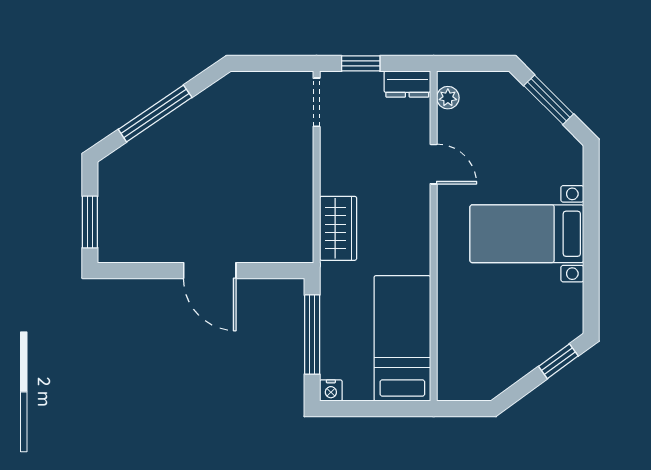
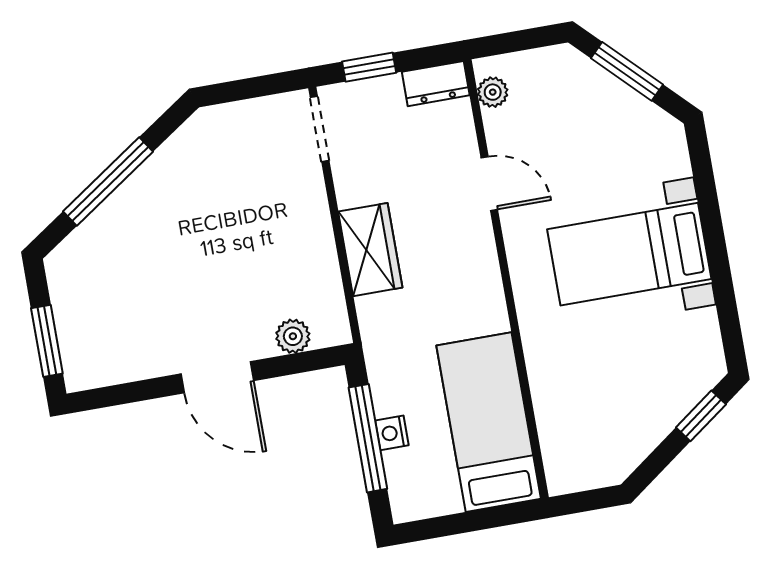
wardrobe: (338, 228) -> (370, 250), moved
plant: (270, 250) -> (293, 336), added
nightstand: (331, 390) -> (392, 433), moved, turned 90

